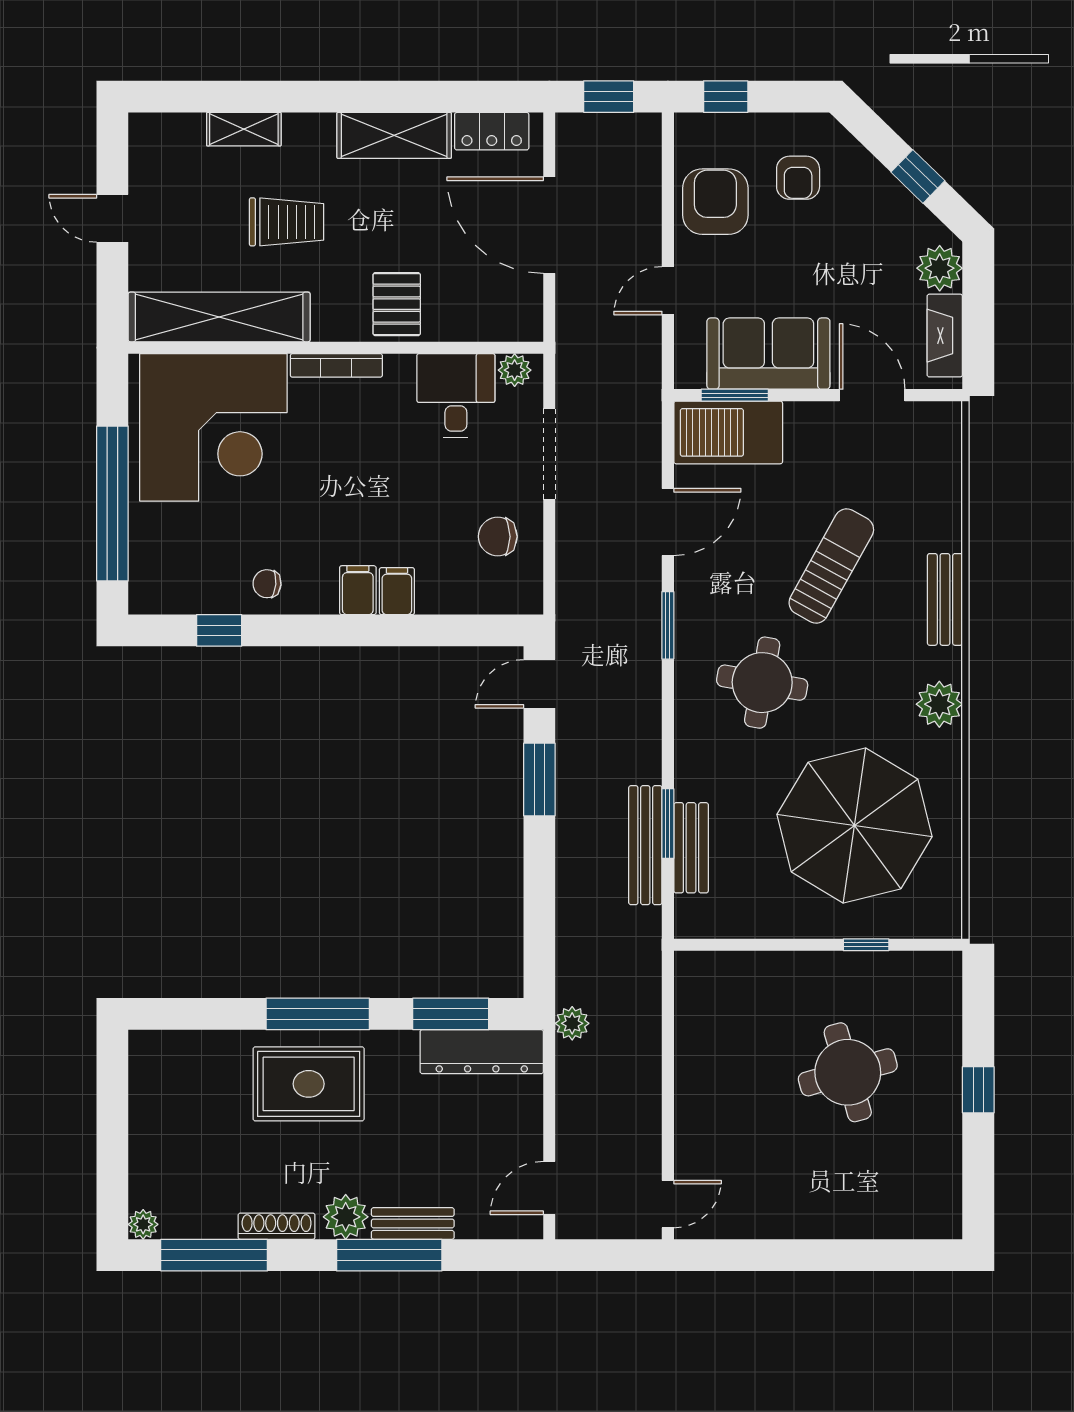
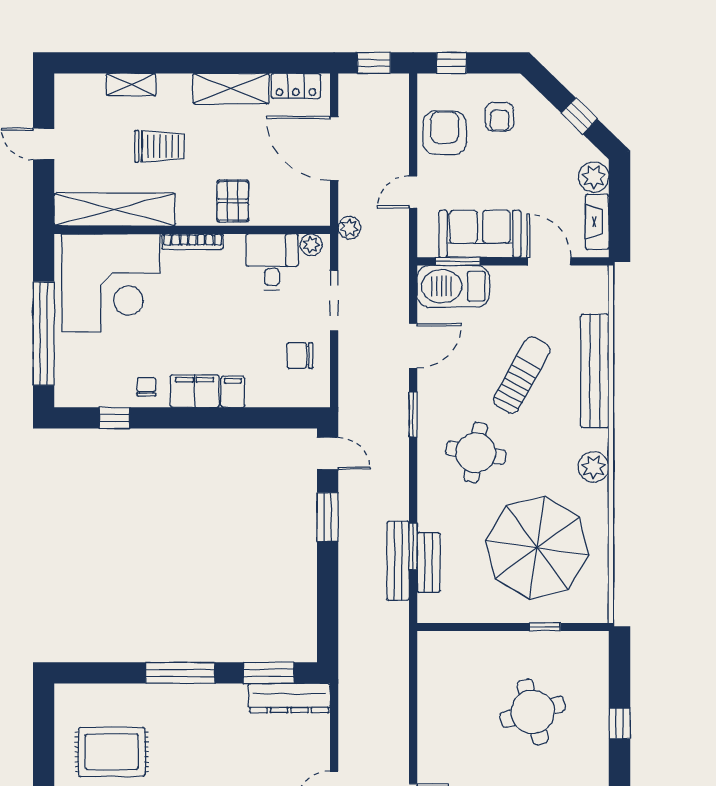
chair: (267, 584) -> (146, 387), turned 85
filing cabinet: (358, 590) -> (195, 391), width x2.00
bench: (945, 599) -> (595, 371), width x1.86, depth x1.21
door: (539, 684) -> (328, 453), swing flipped
plant: (572, 1023) -> (349, 228), moved
rug: (309, 1084) -> (112, 752), moved

